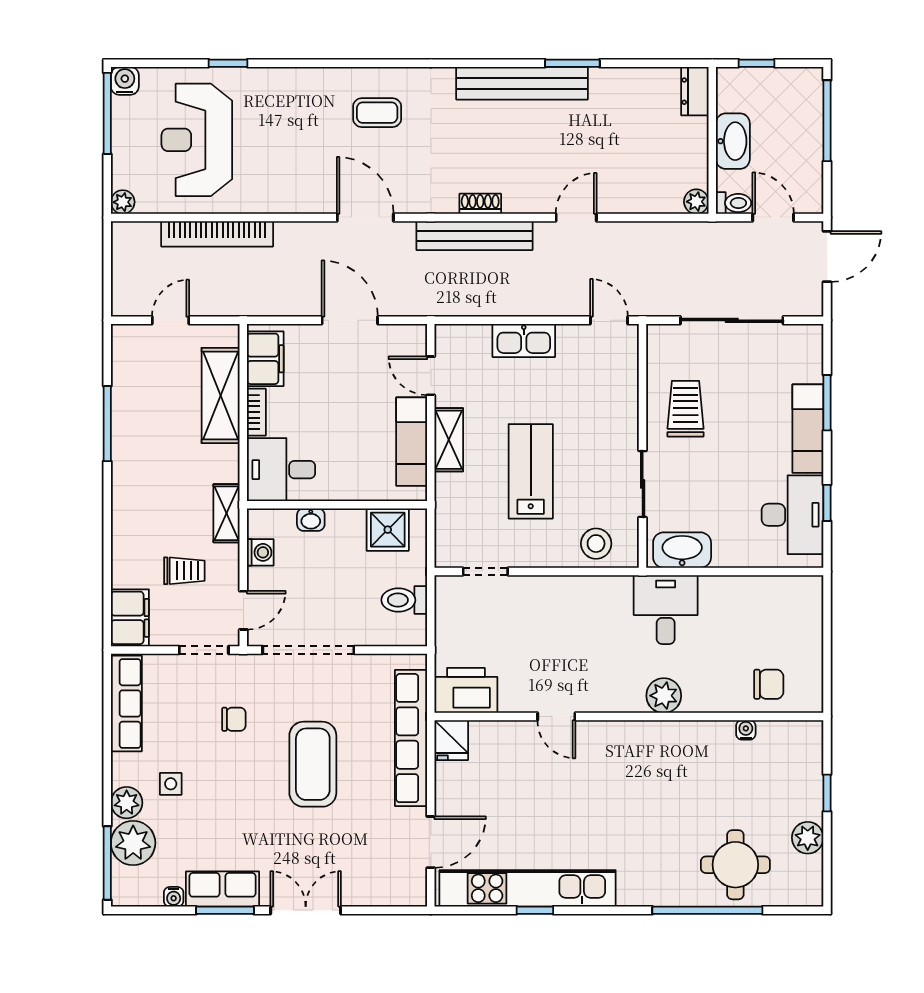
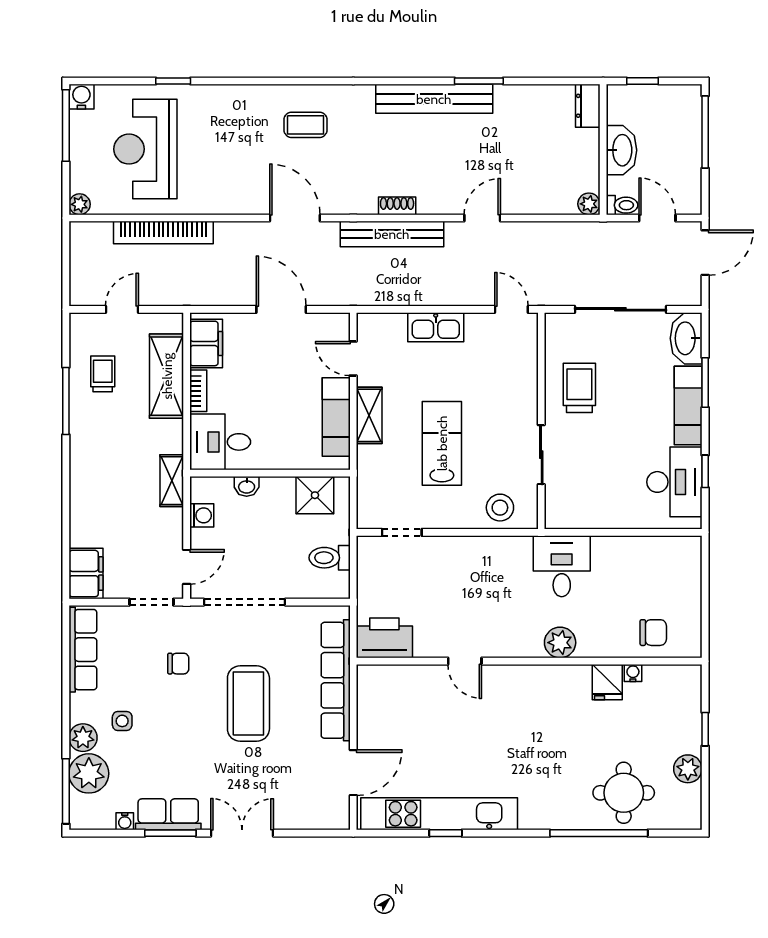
washbasin: (682, 550) -> (686, 338), moved, turned -90
trolley: (184, 571) -> (103, 374), moved, turned -90
fridge: (451, 740) -> (607, 682), moved

